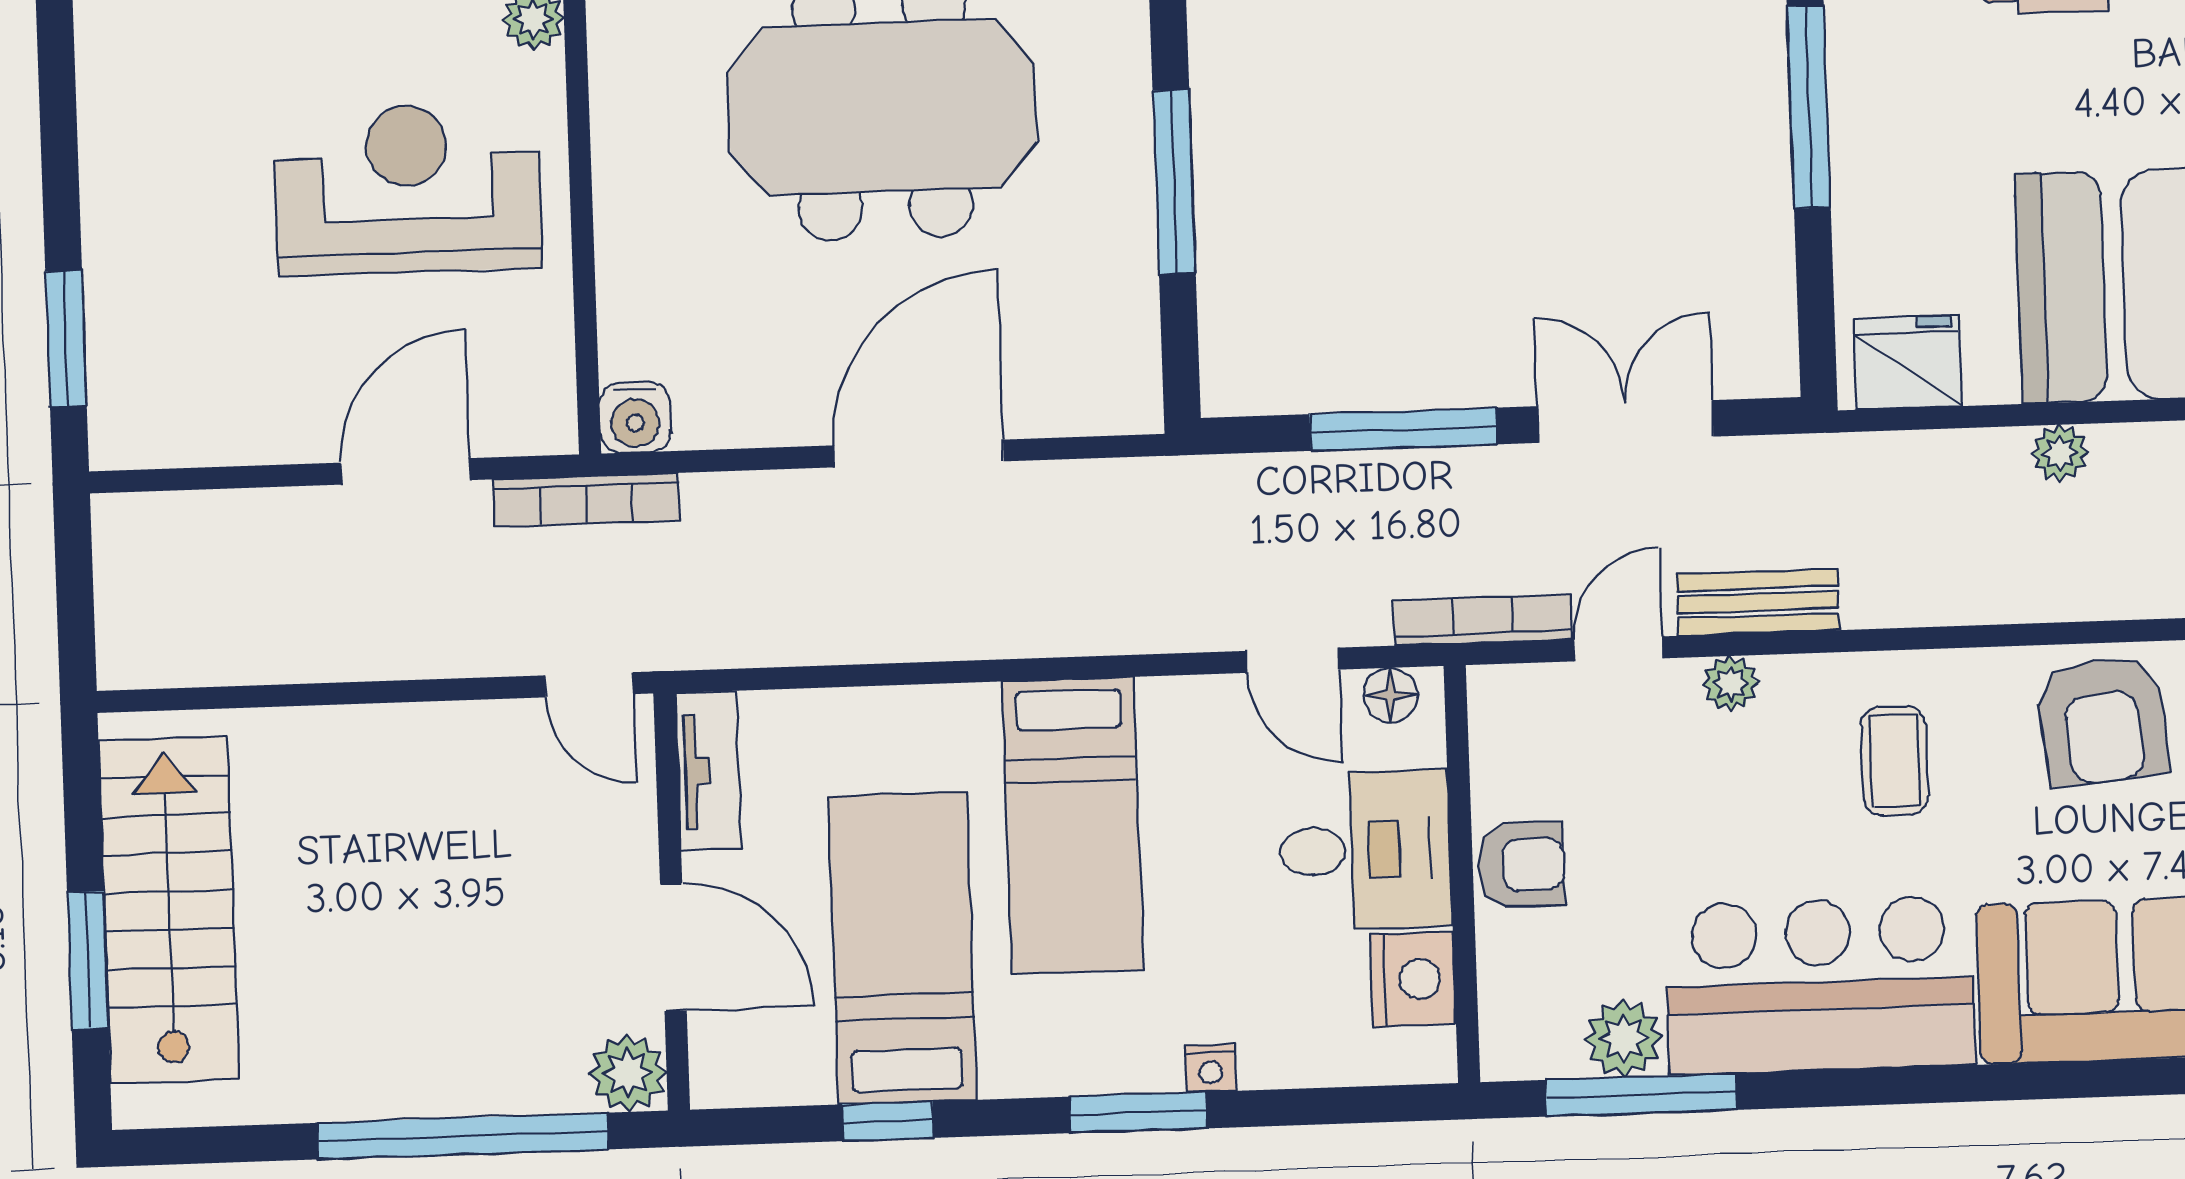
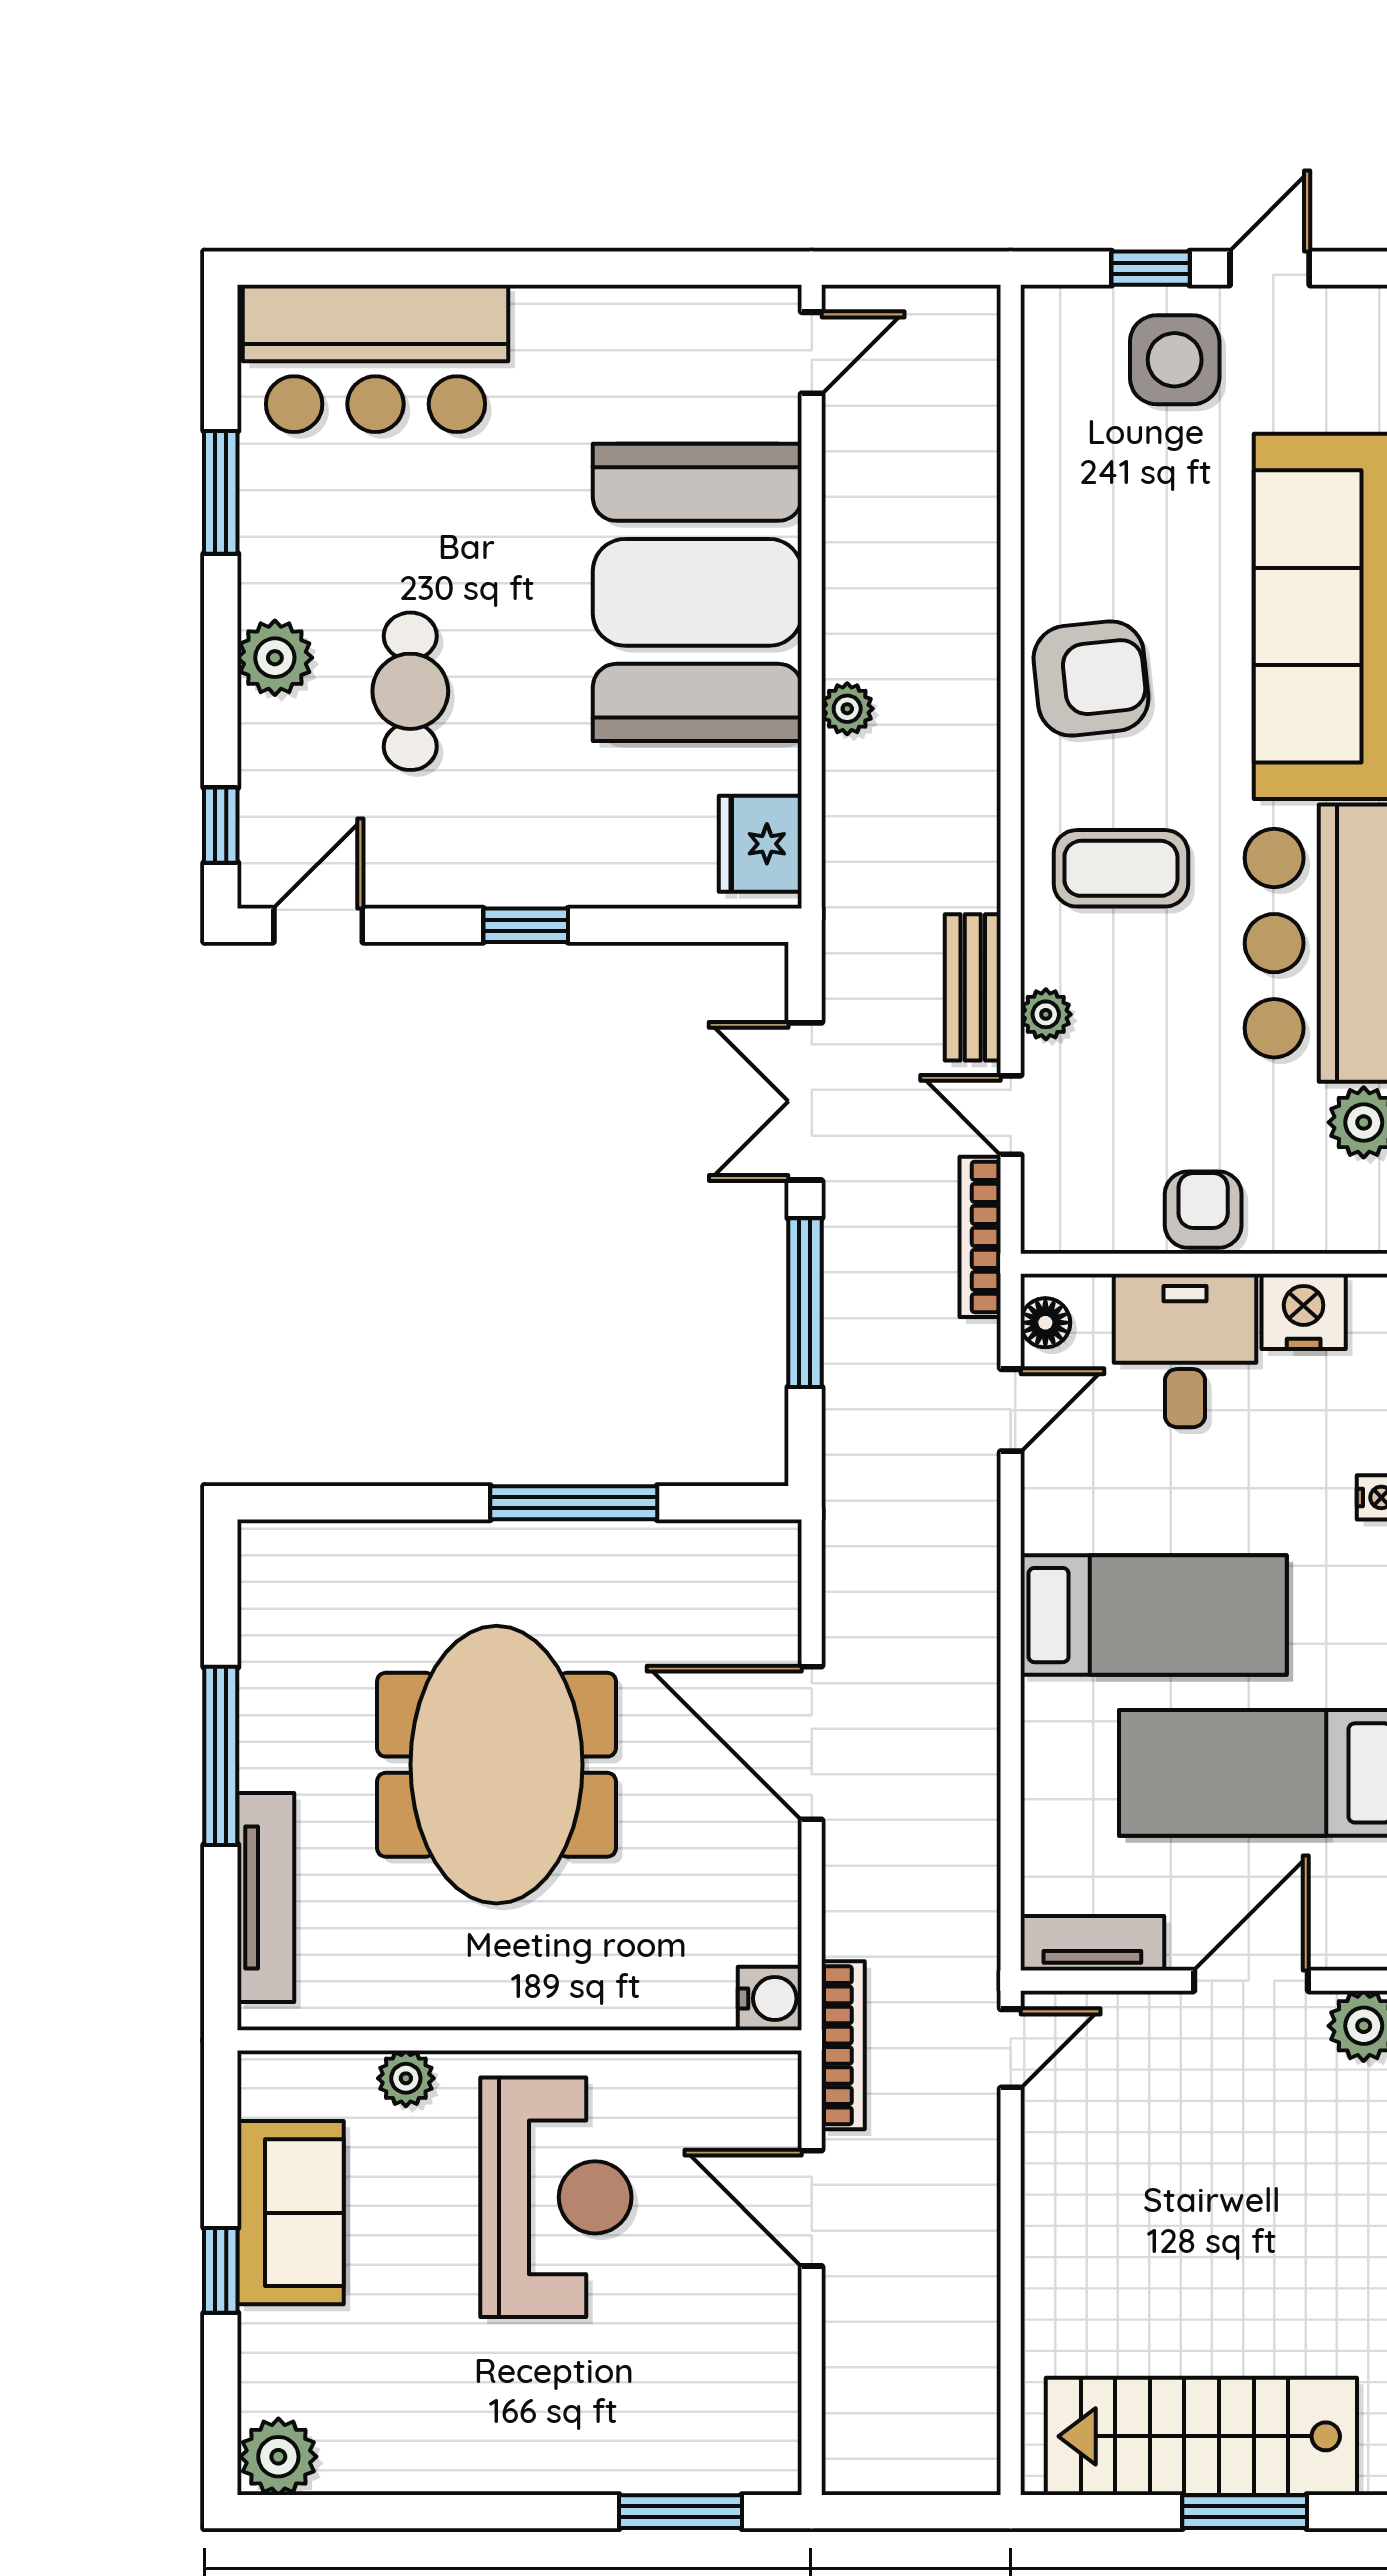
window: (1809, 107) -> (526, 925), width x0.46
reception desk: (408, 189) -> (556, 2197), turned 180
coffee table: (1894, 761) -> (1121, 868), width x1.36, depth x1.30

